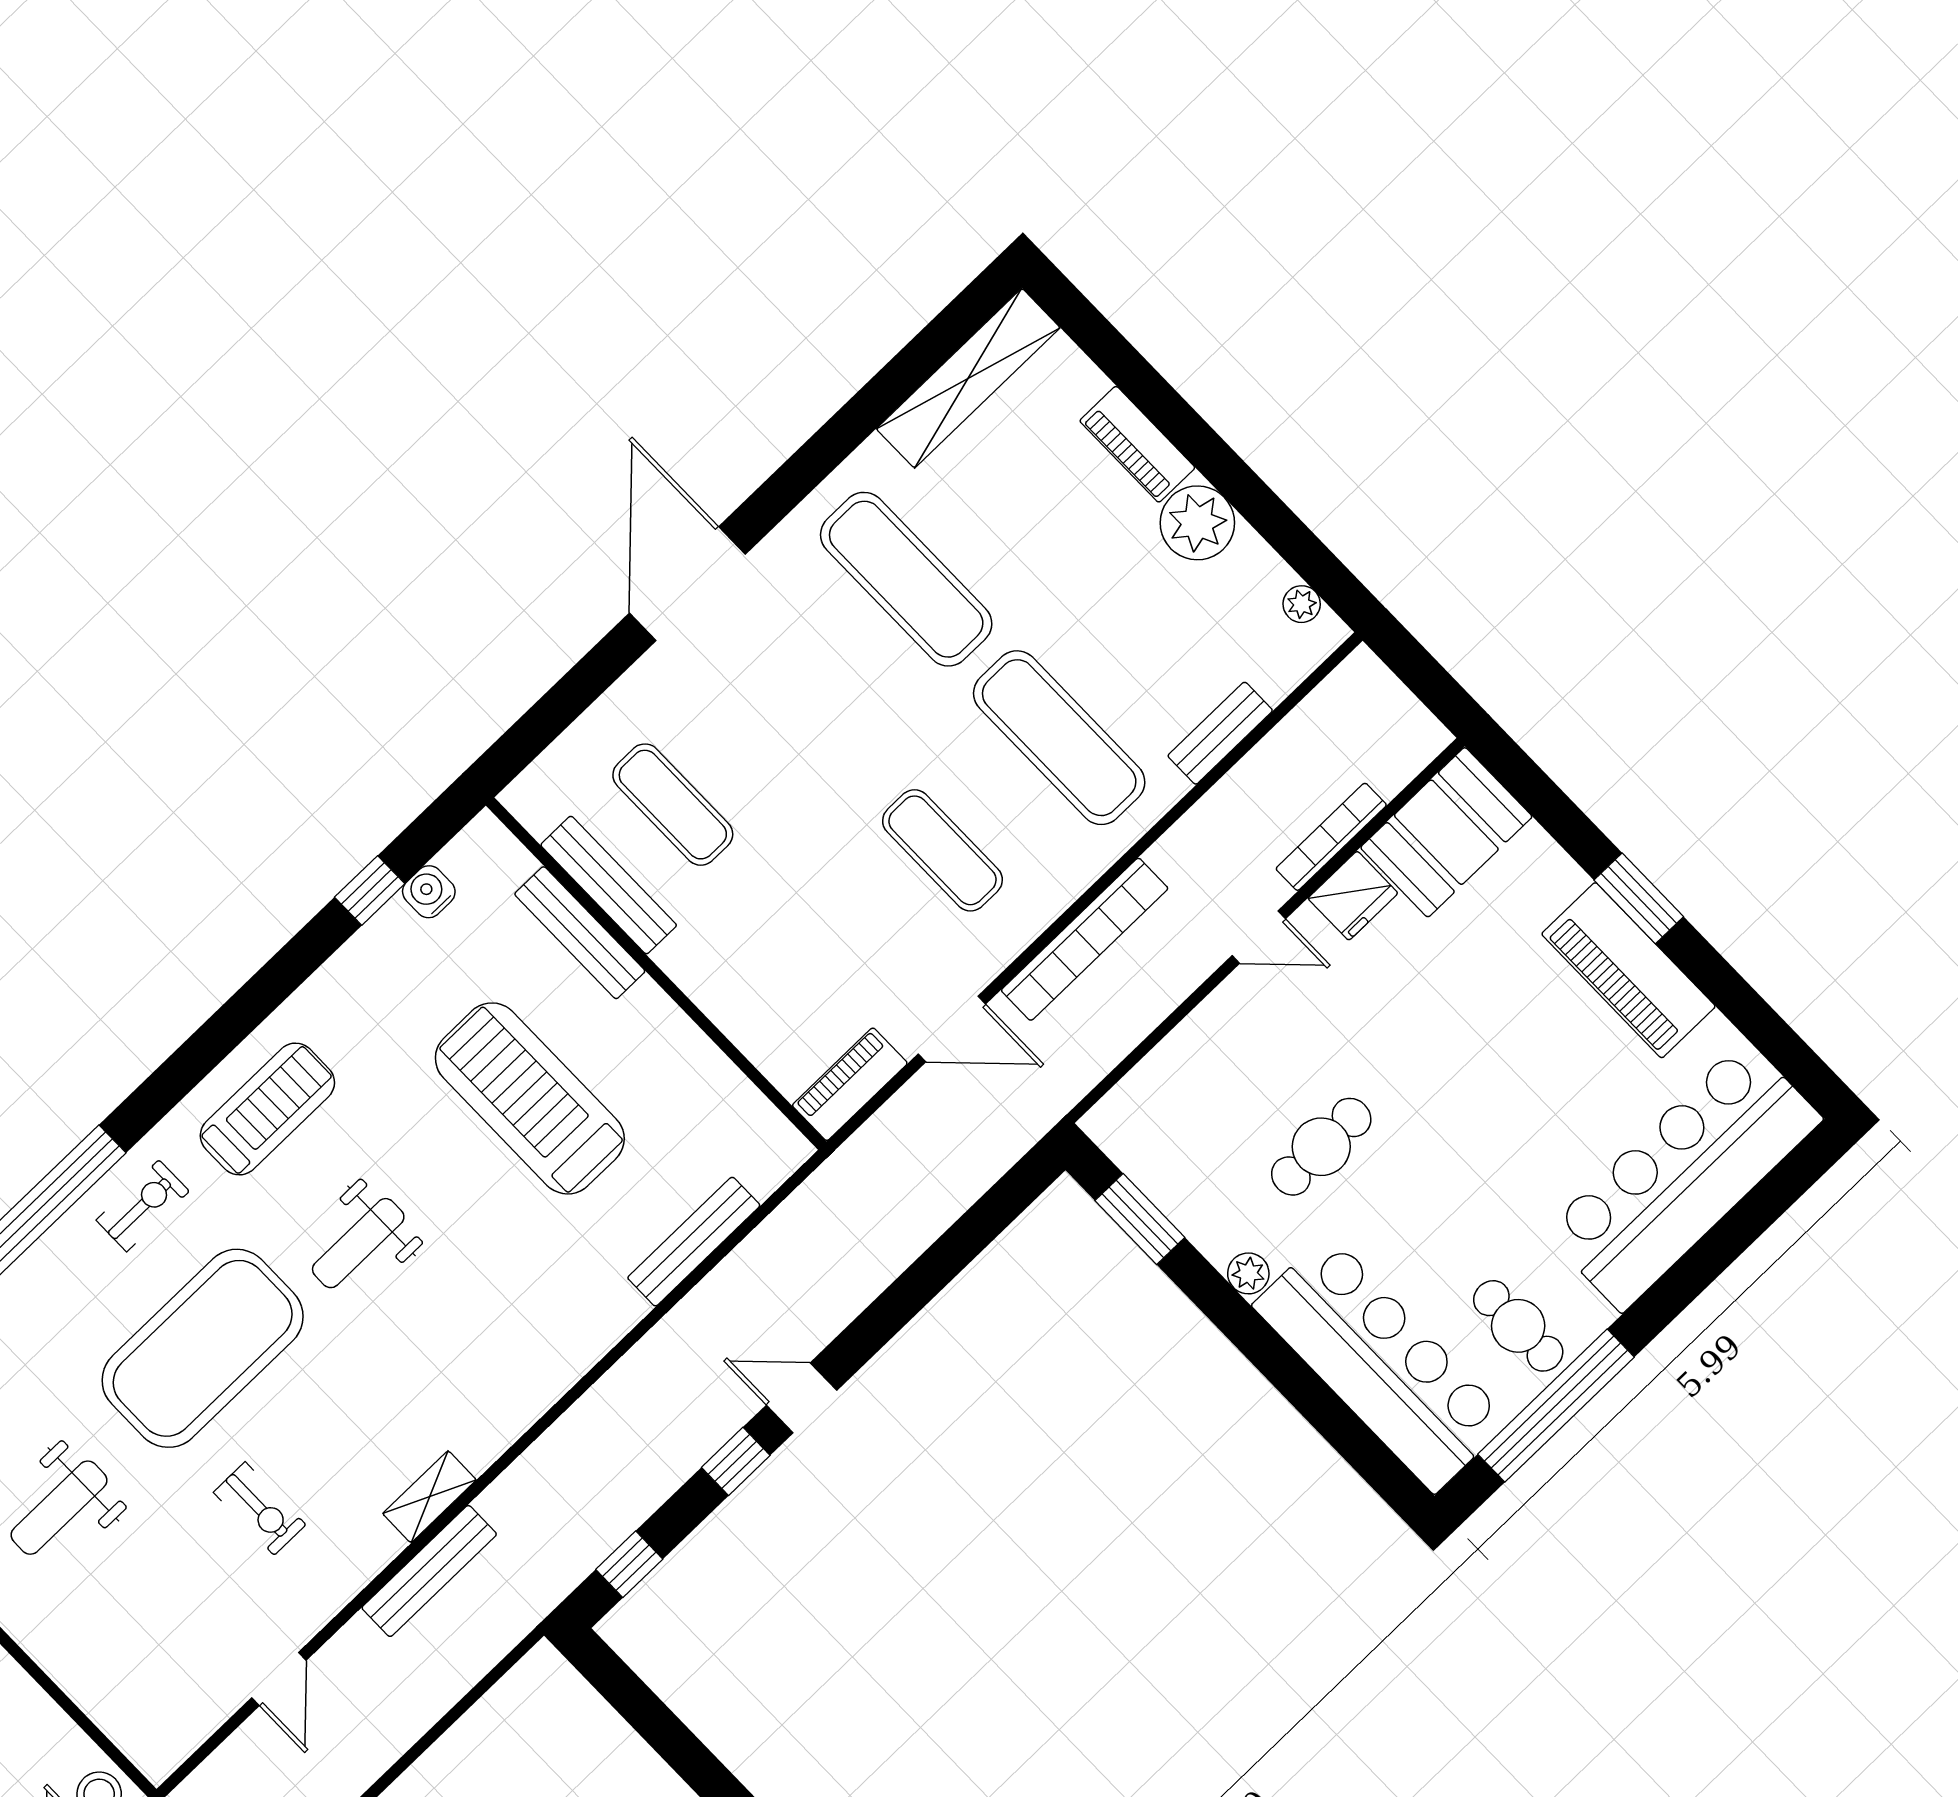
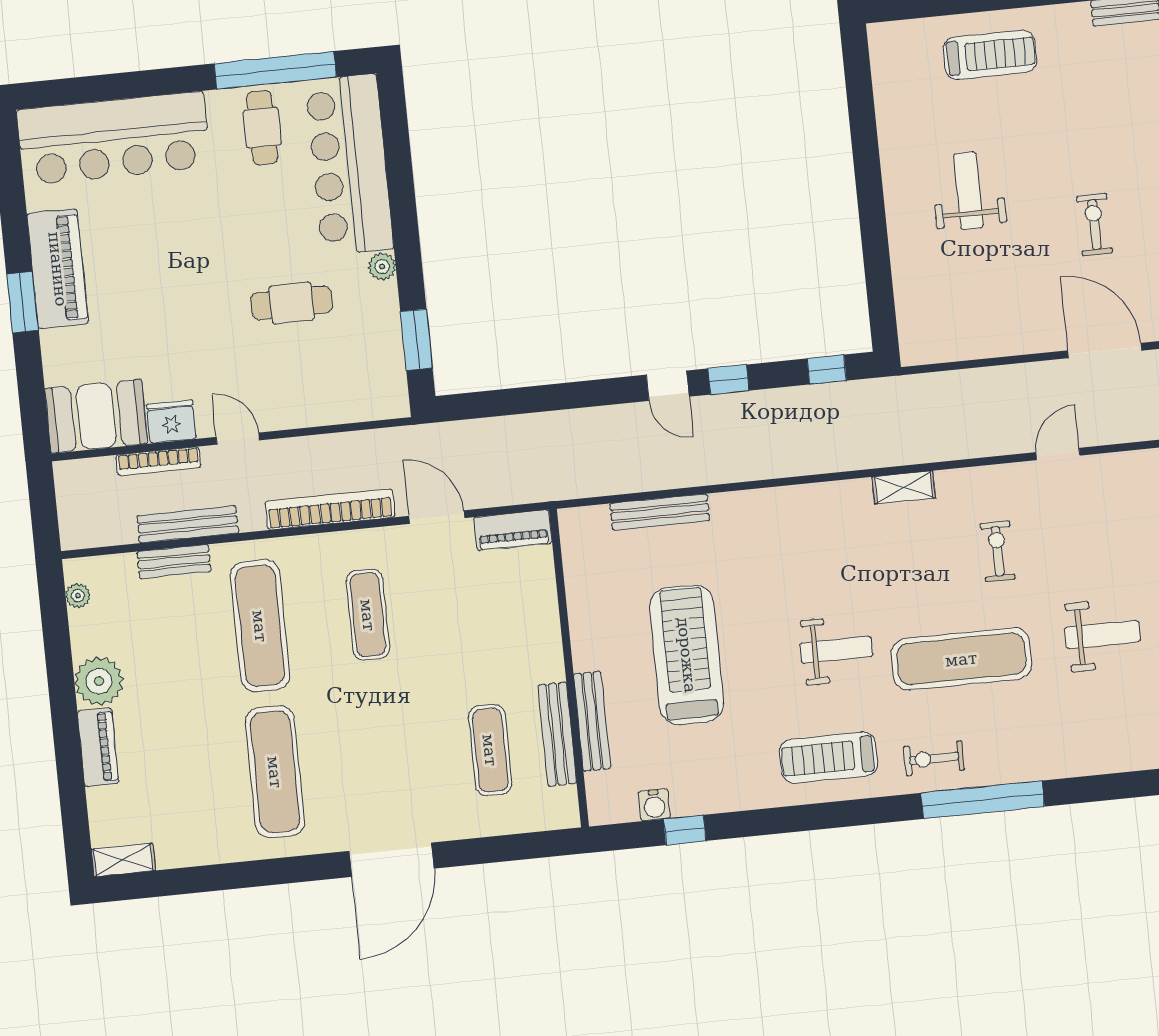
shelving: (968, 378) -> (123, 860), width x0.45, depth x0.75
treadmill: (530, 1098) -> (687, 655), turned 180
exercise mat: (203, 1348) -> (961, 659), width x0.68
bench: (429, 1571) -> (188, 524), moved

